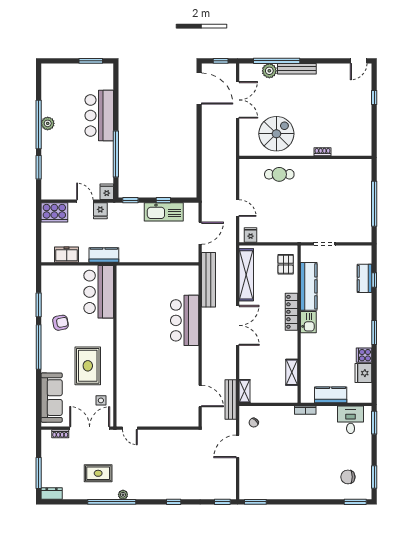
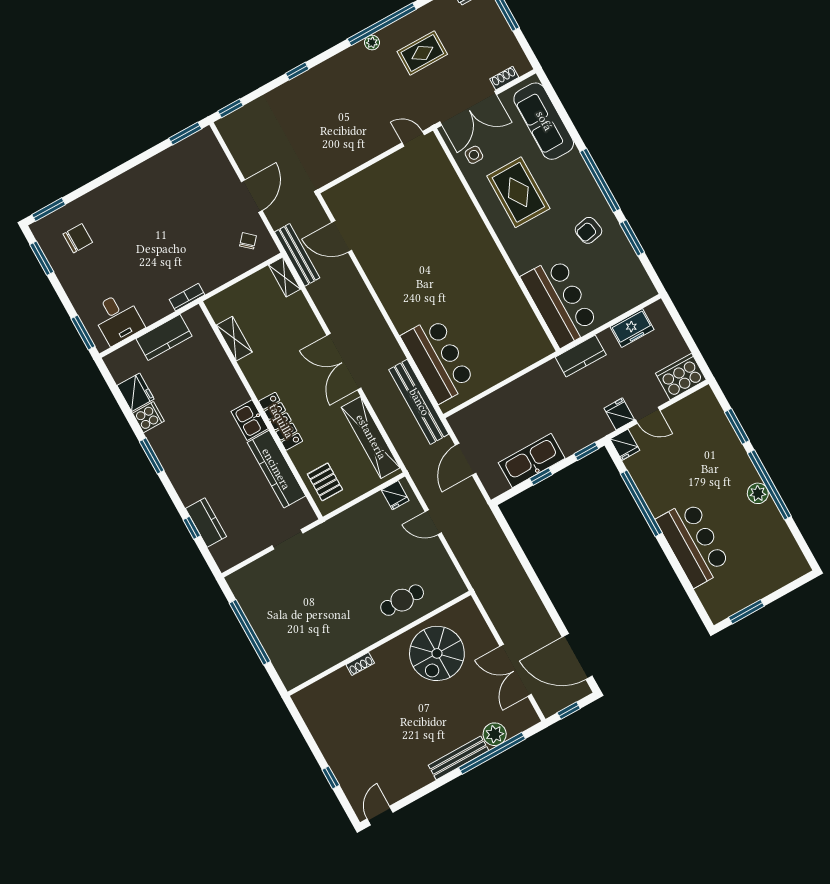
bar counter: (185, 320) -> (438, 360), moved

